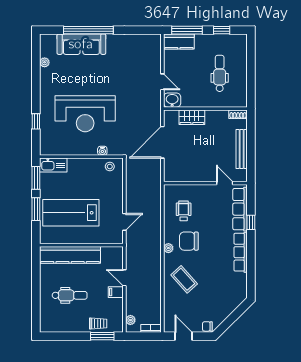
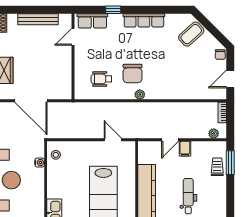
row of seats: (240, 209) -> (92, 21), width x0.68
coffee table: (184, 279) -> (191, 34), moved

